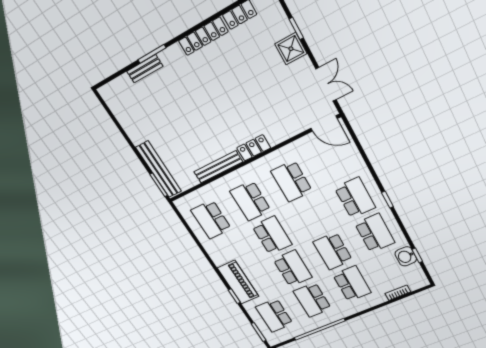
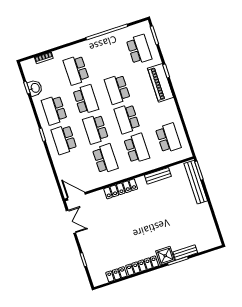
shower: (291, 49) -> (165, 256), moved
double door: (326, 84) -> (71, 222), swing flipped
locker: (254, 148) -> (121, 189), width x1.53
bench: (218, 167) -> (158, 176), width x0.73
school desk: (312, 300) -> (95, 129), moved, turned 180

